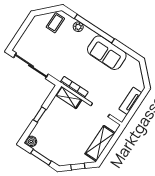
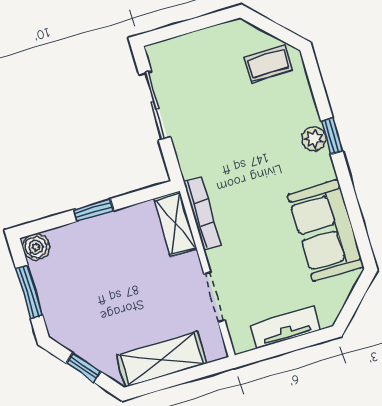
plant: (78, 27) -> (314, 139), moved
window: (94, 29) -> (332, 136), width x0.32
sofa: (107, 53) -> (326, 230), moved
sliding door: (31, 66) -> (155, 105), width x0.73

